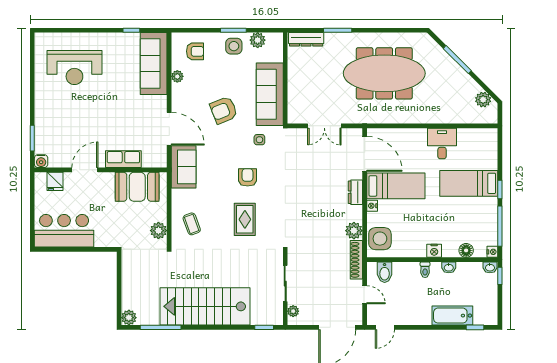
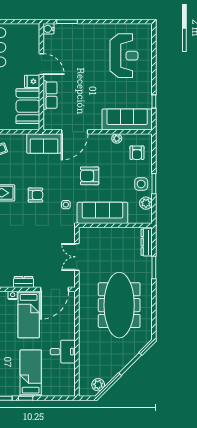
reception desk: (74, 67) -> (124, 56), turned 180
armchair: (224, 110) -> (90, 176), turned -68
fridge: (55, 181) -> (32, 81), moved

